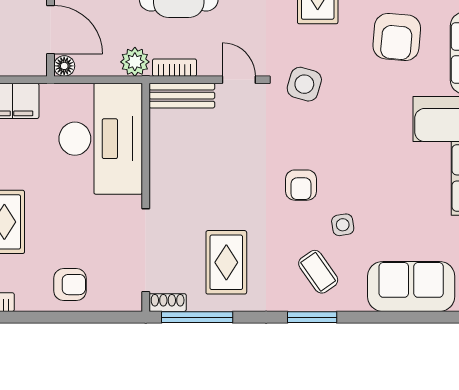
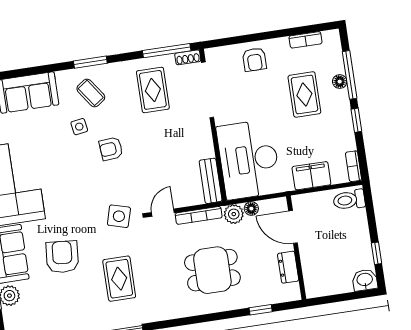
floor lamp: (64, 66) -> (251, 209), moved
bookcase: (174, 68) -> (199, 215), width x1.56
door: (239, 80) -> (163, 213), swing flipped
bench: (182, 96) -> (211, 181), moved, turned 90
armchair: (301, 185) -> (111, 149), turned -95
armchair: (70, 285) -> (254, 59), turned -90

